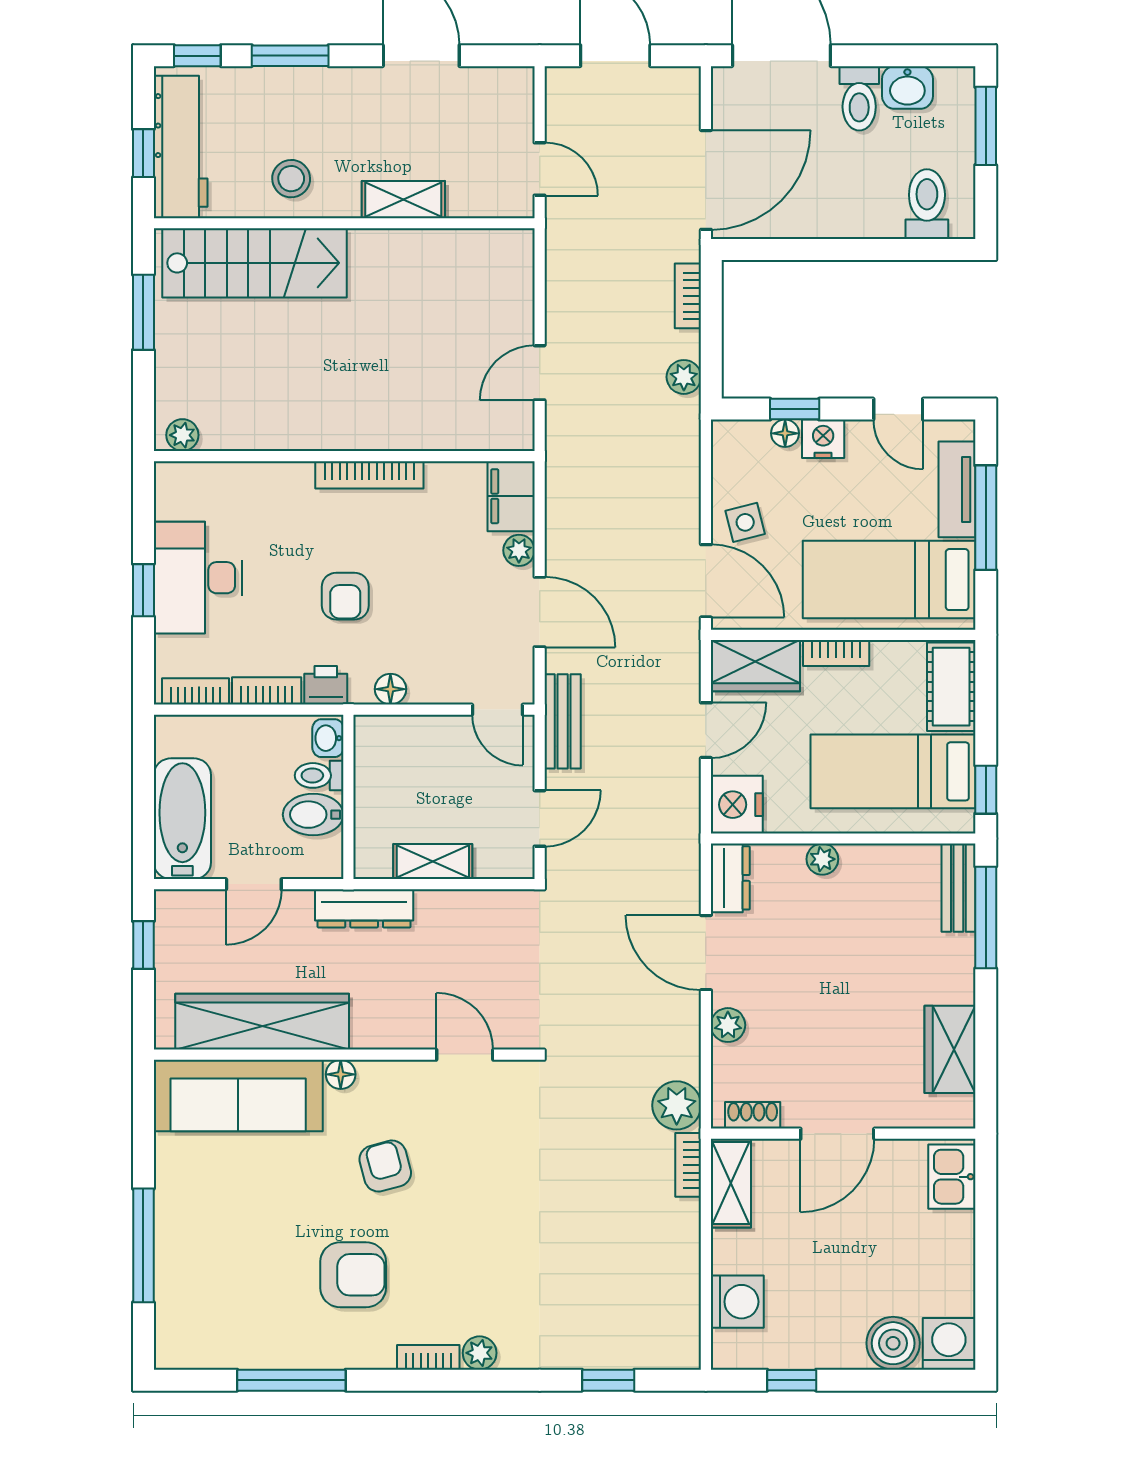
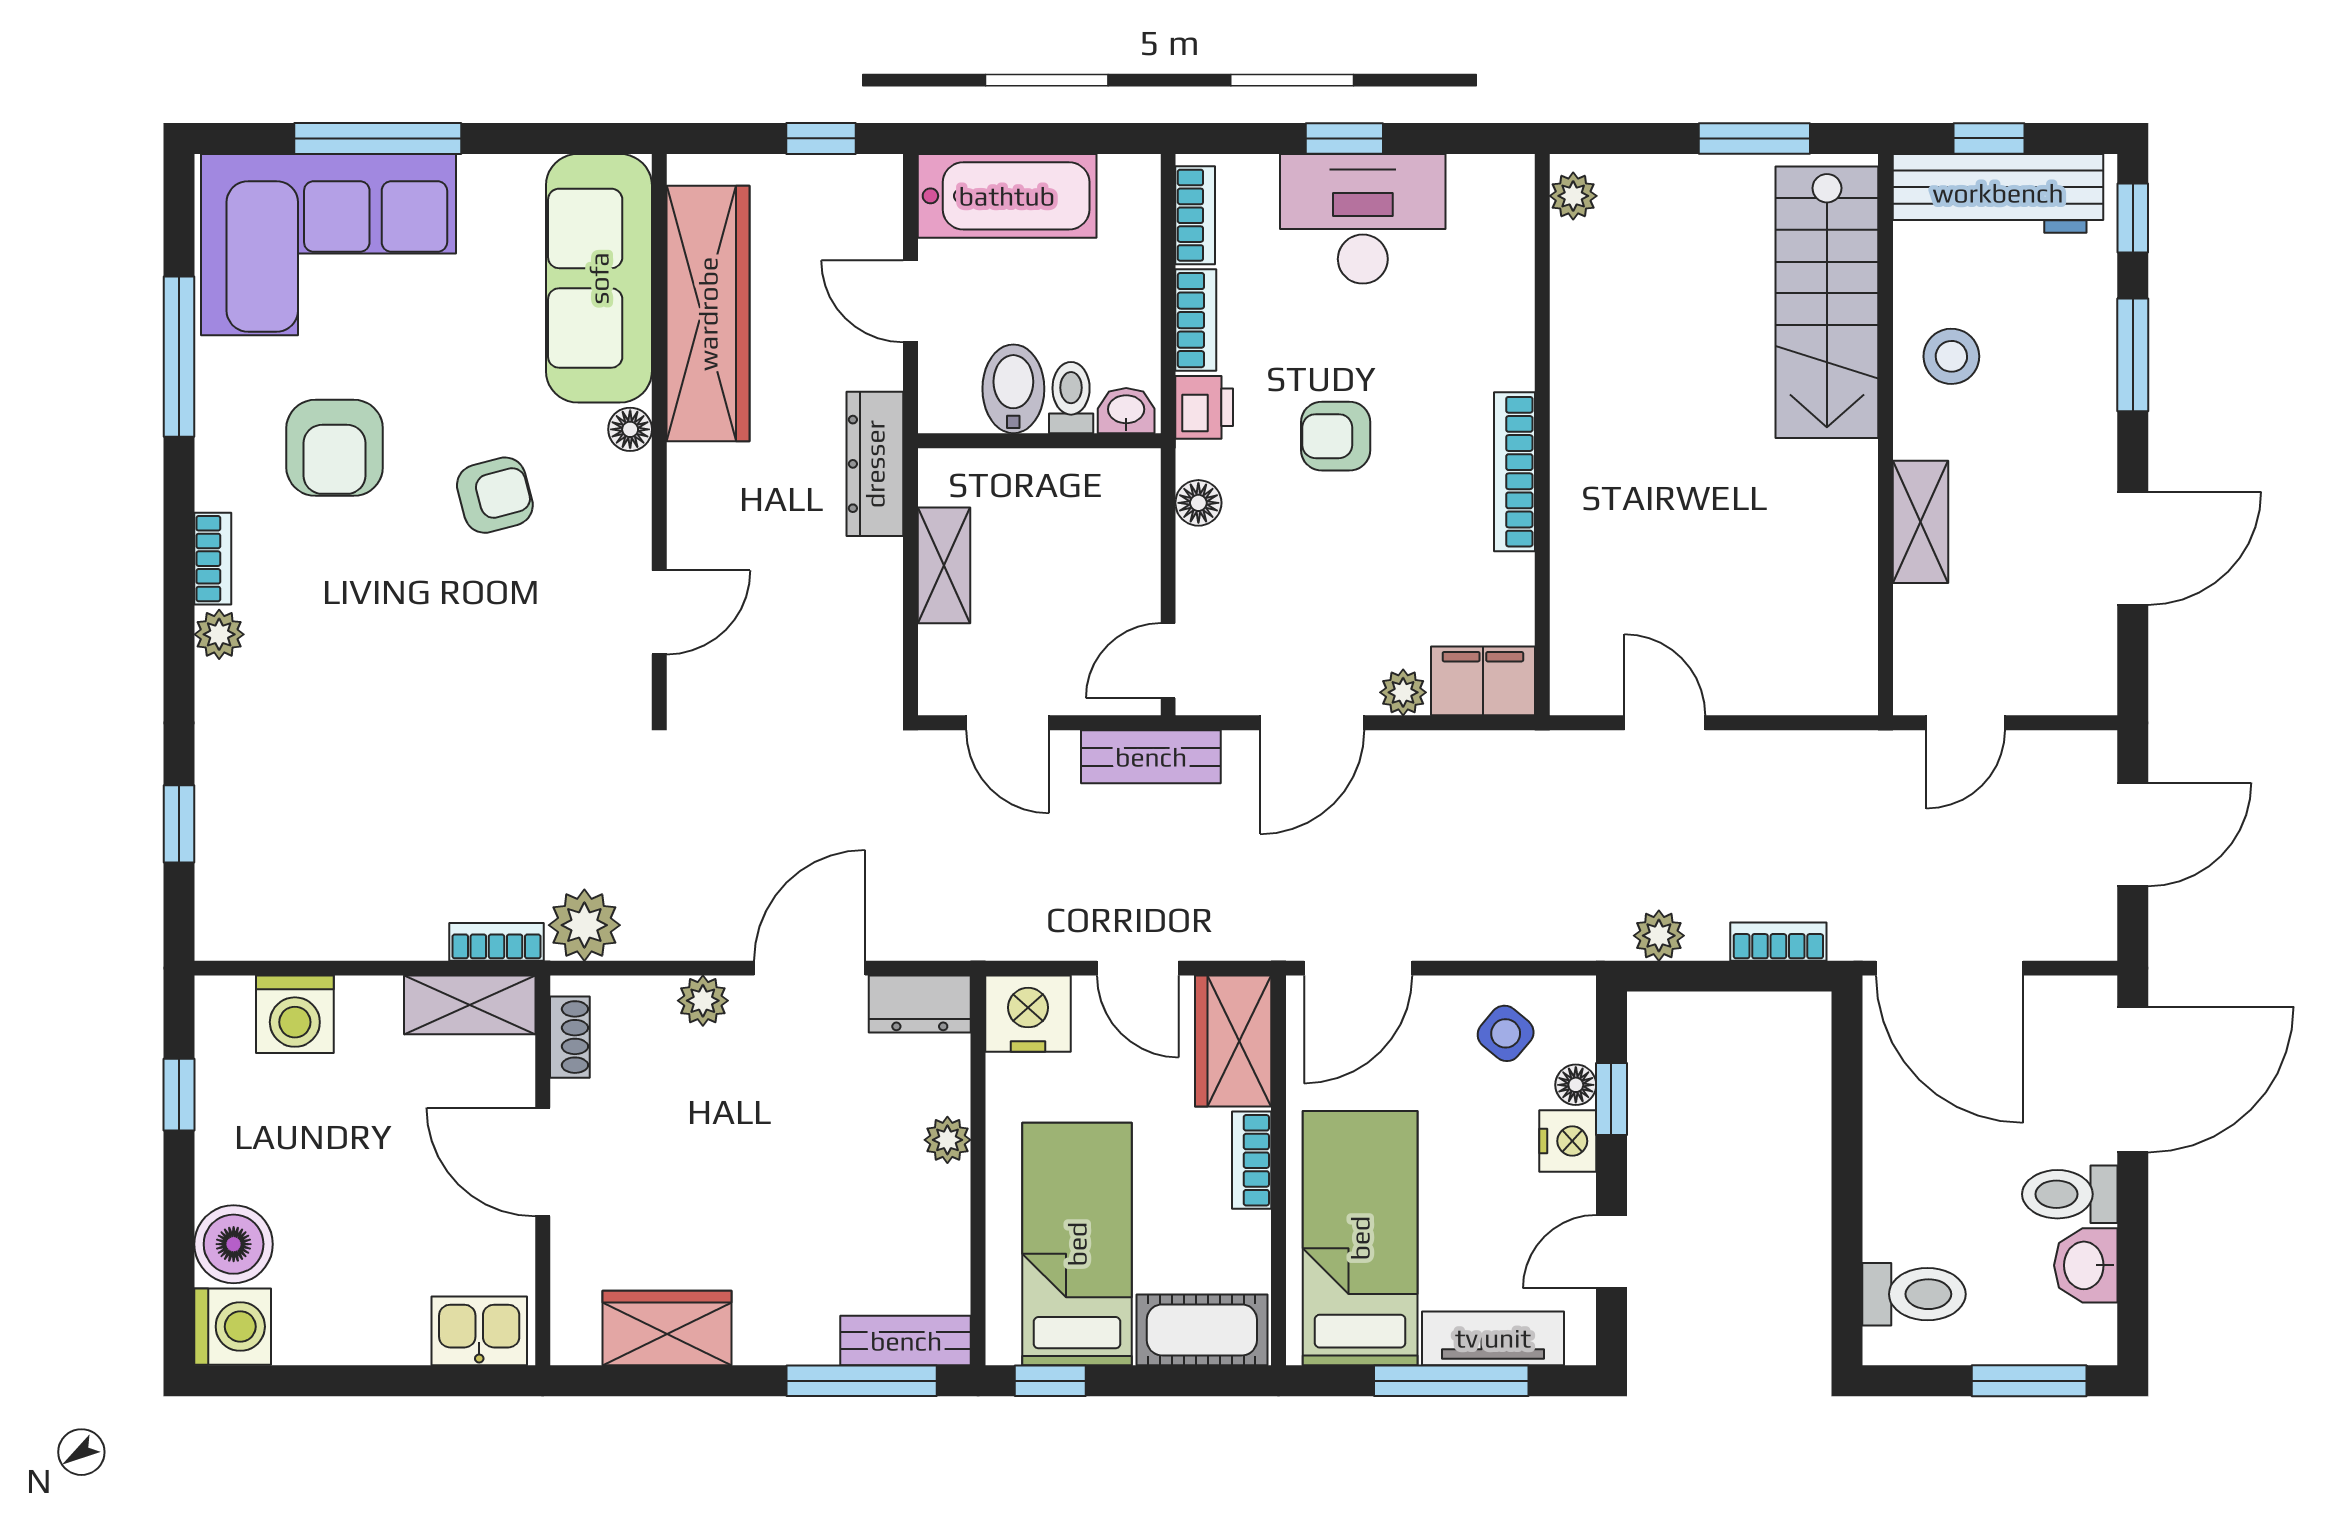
side table: (745, 522) -> (1506, 1033), moved, turned -36
corner sofa: (215, 1279) -> (328, 245), added

